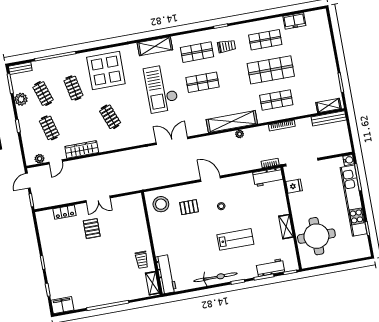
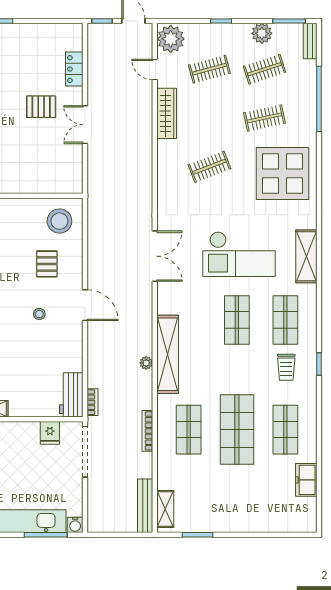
checkout: (161, 89) -> (239, 254), turned 180
plant: (40, 159) -> (171, 39), width x1.87, depth x1.87
door: (210, 179) -> (85, 305), hinge flipped

